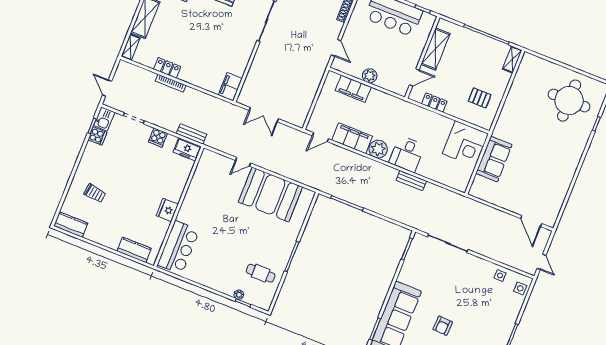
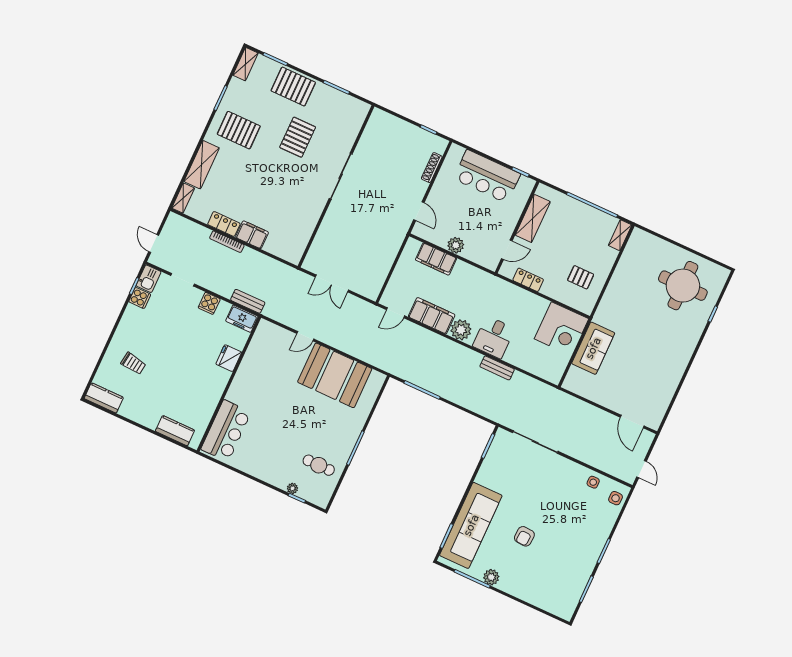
filing cabinet: (230, 87) -> (252, 235), moved, turned 90
fridge: (167, 210) -> (229, 358), moved

